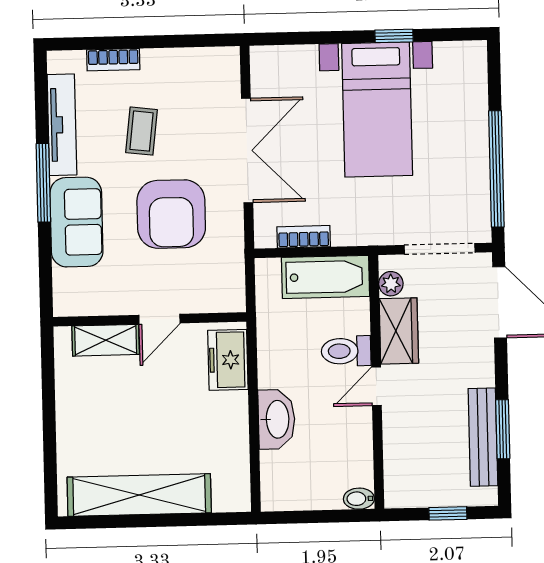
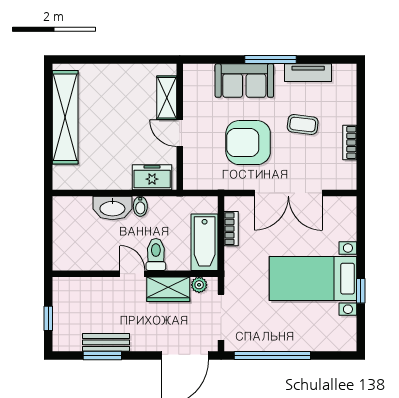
bookcase: (113, 60) -> (350, 142), moved
tv unit: (62, 125) -> (308, 73), width x0.71
bench: (483, 437) -> (106, 342), width x0.73
bidet: (359, 499) -> (140, 206), moved, turned 180

